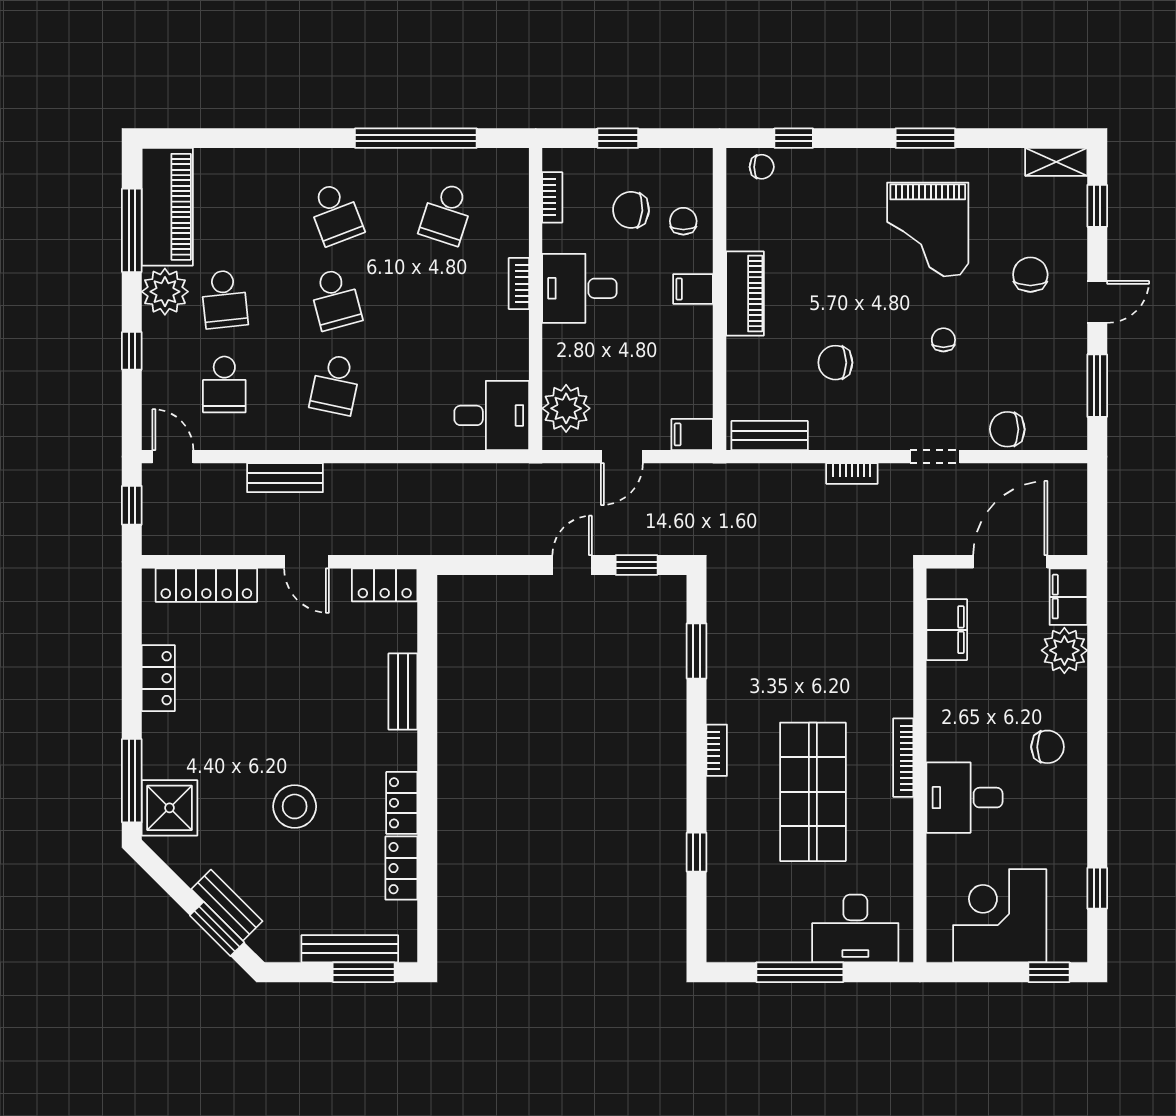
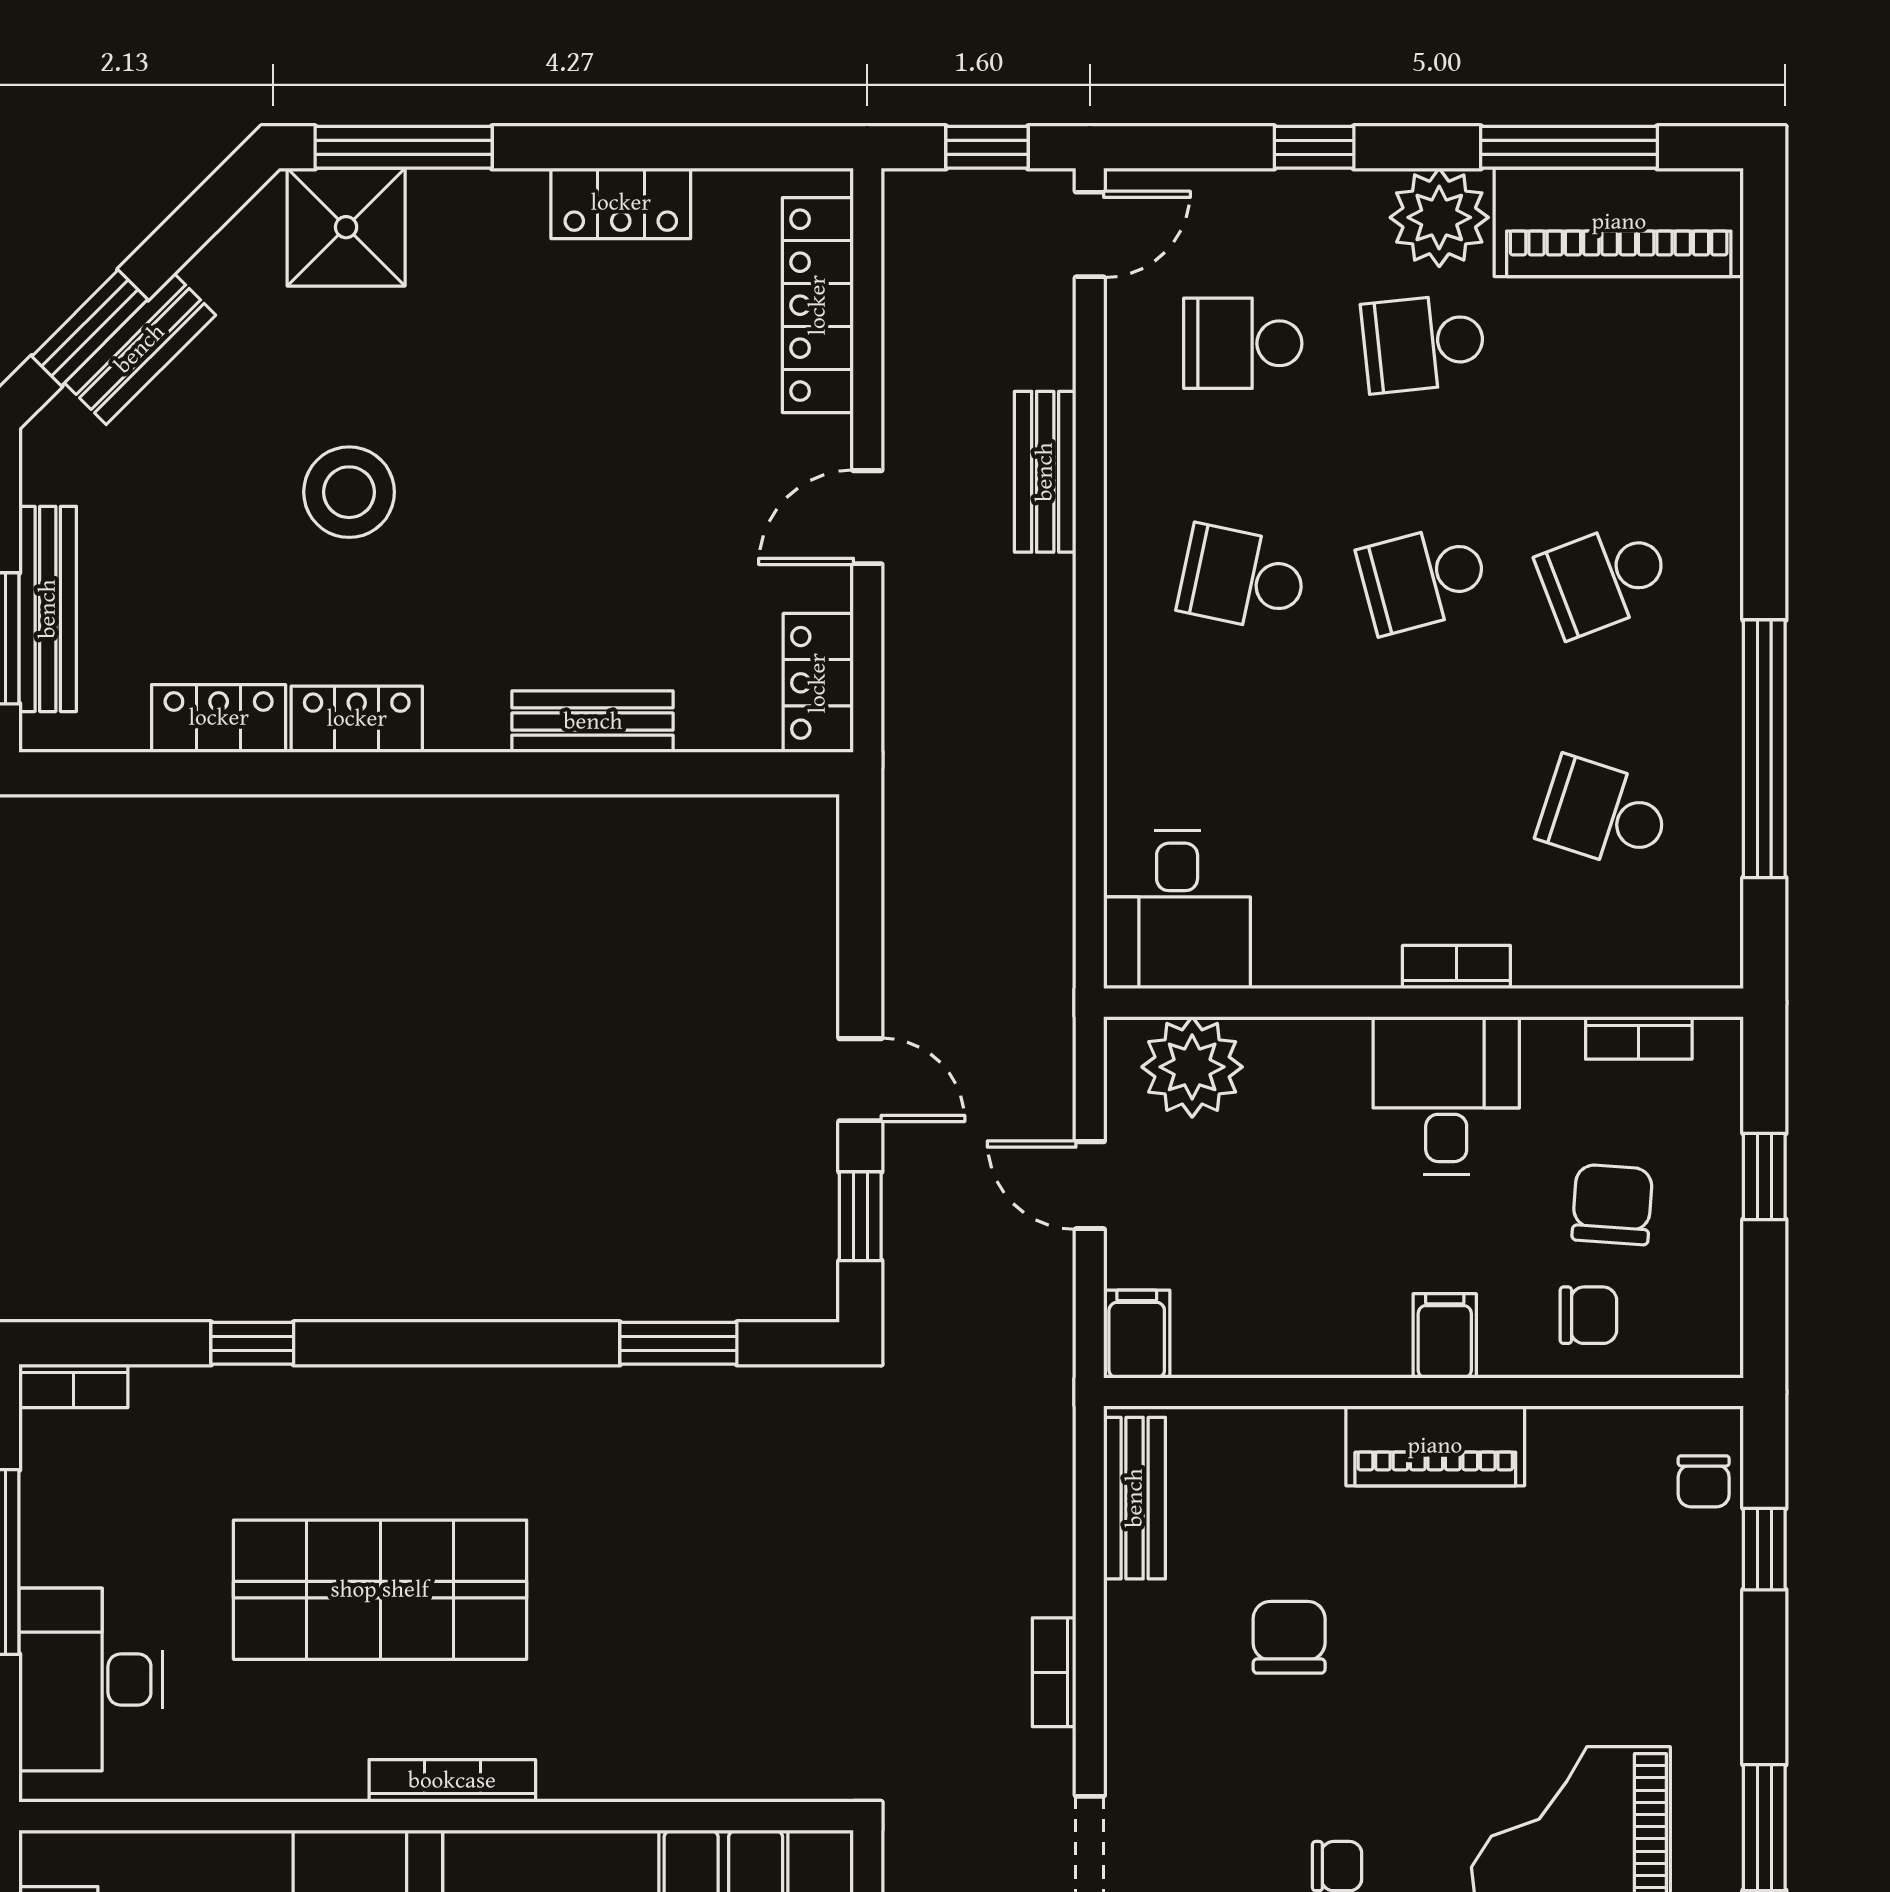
bookcase: (717, 750) -> (73, 1386), moved

